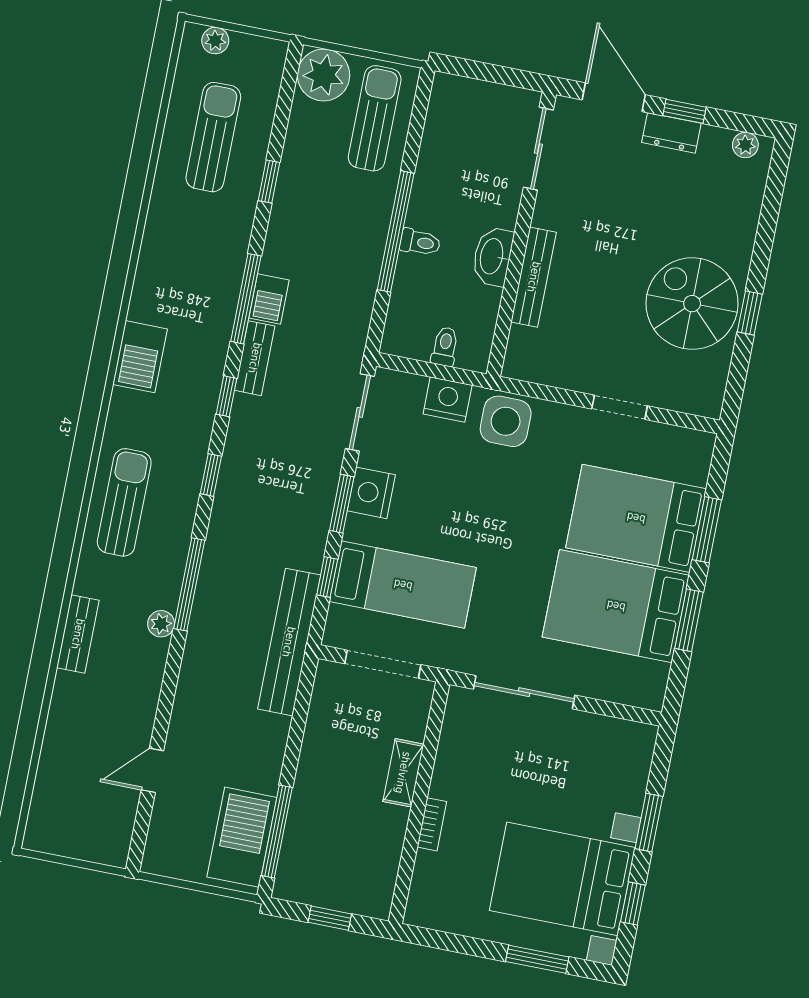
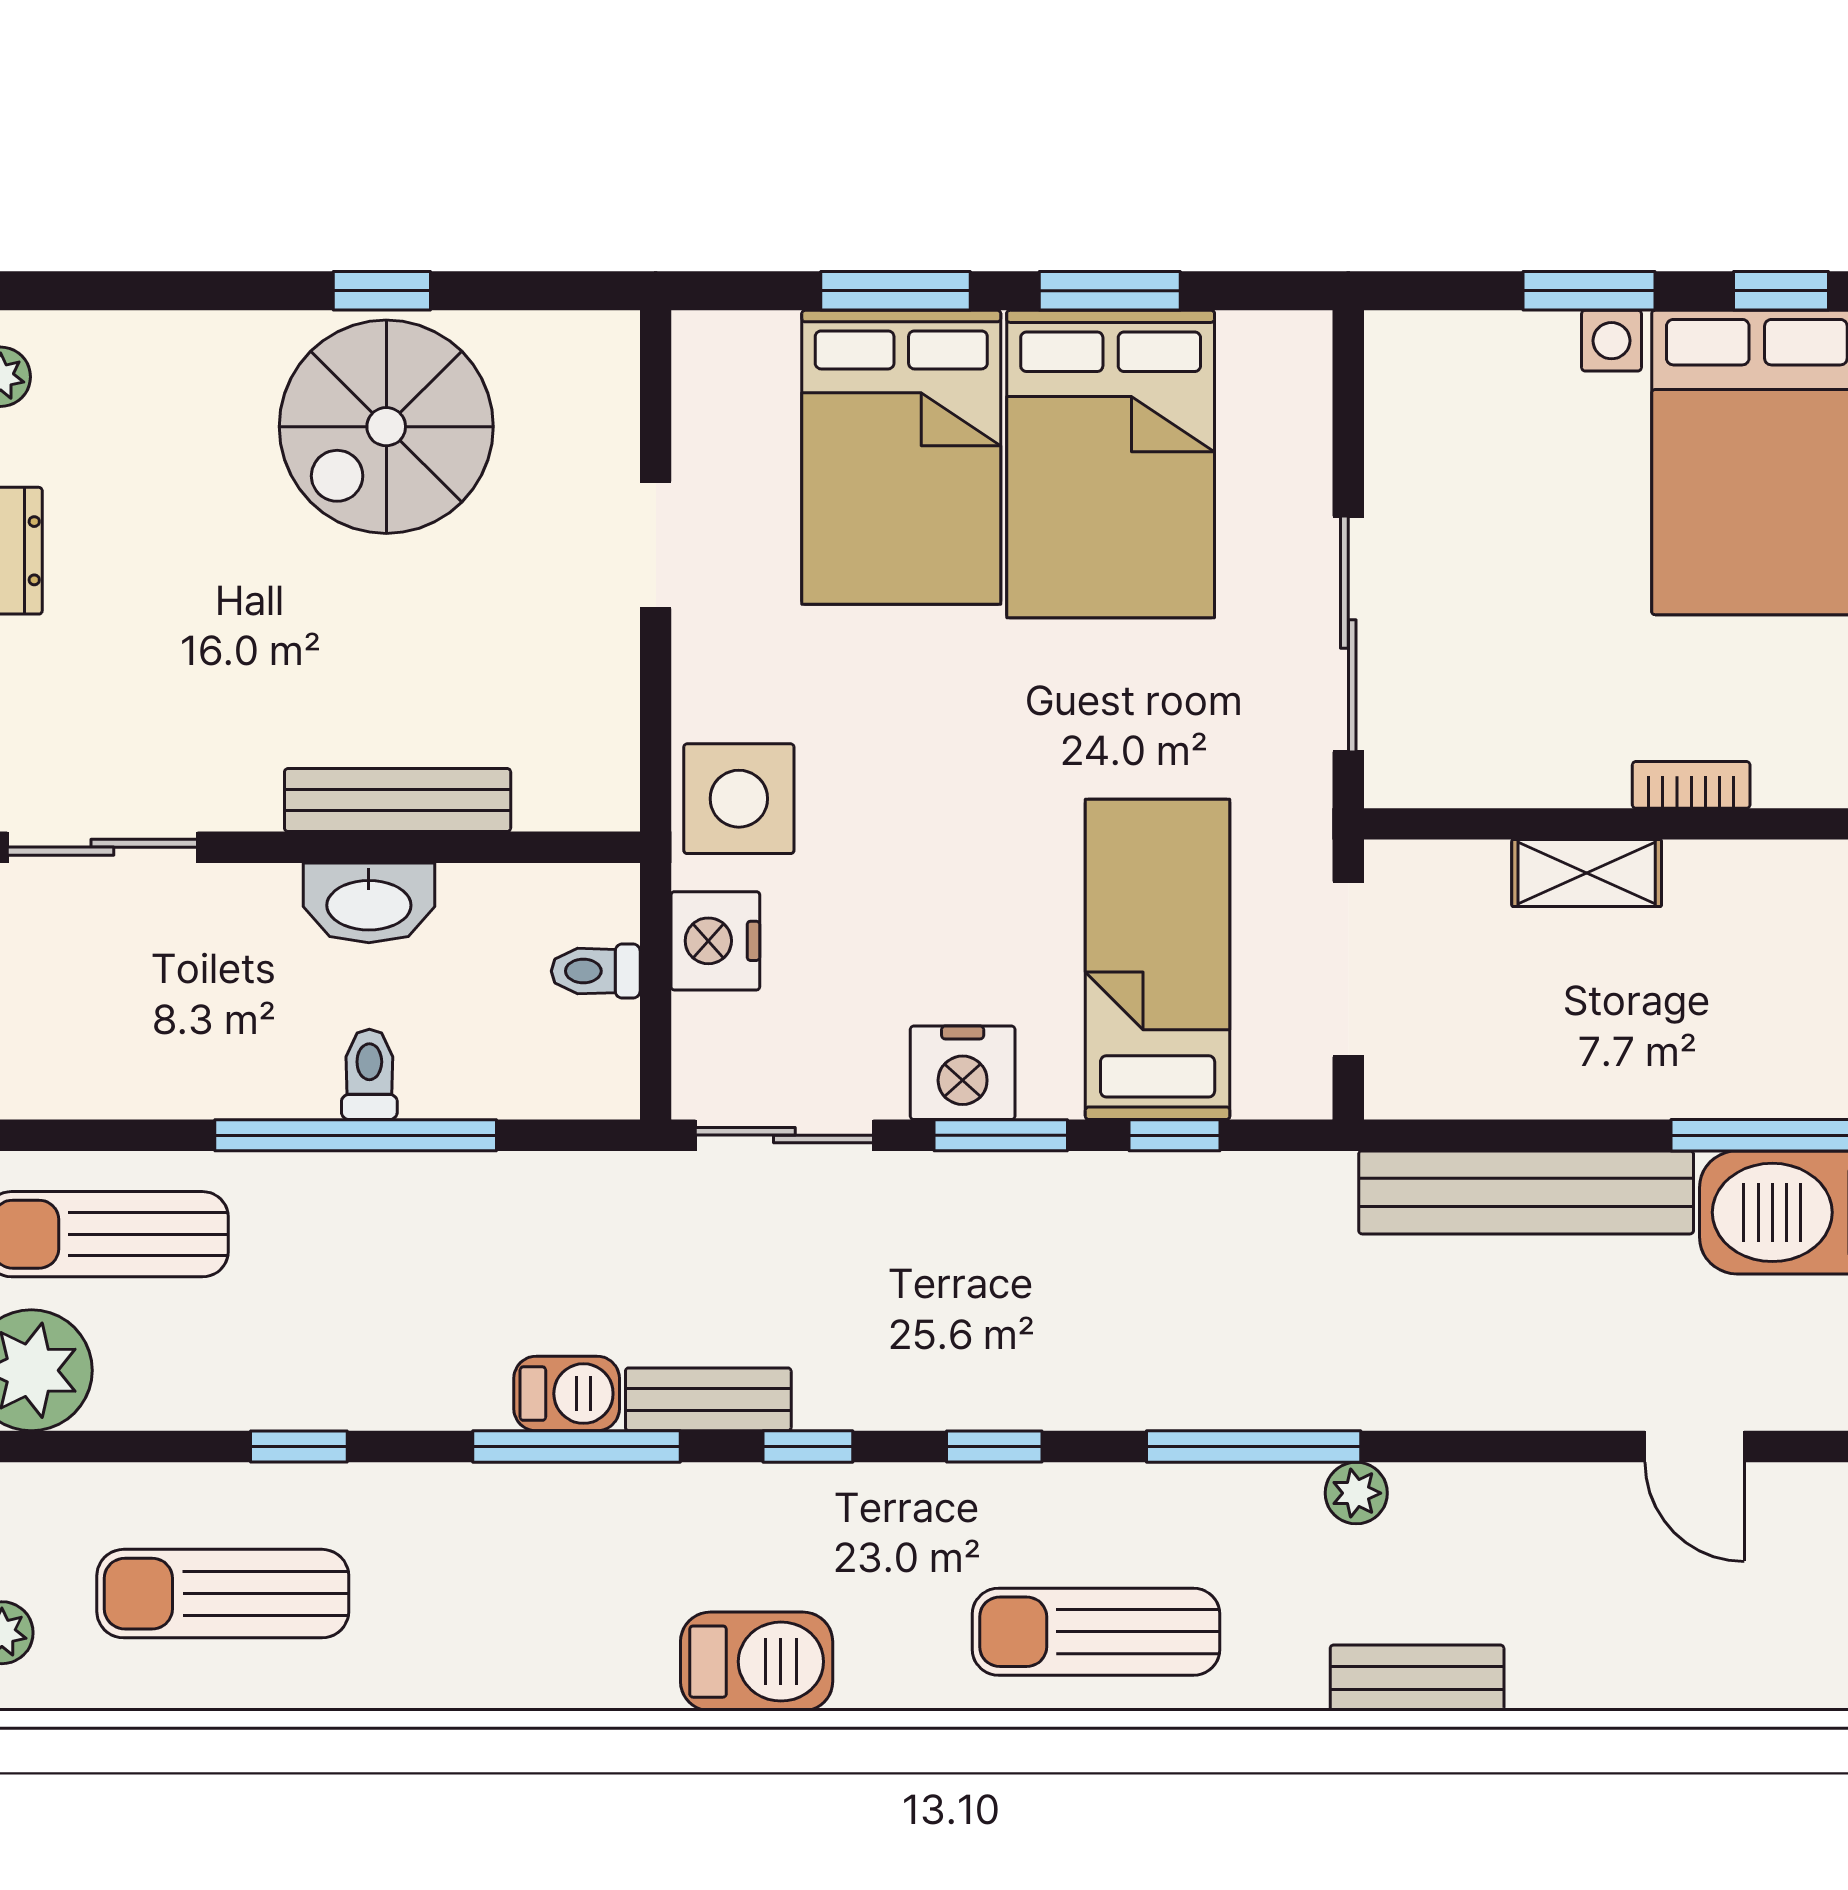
bench: (289, 642) -> (1526, 1192), moved

